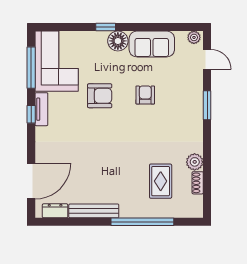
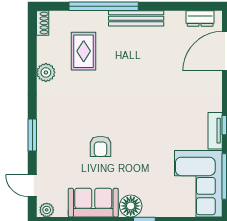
armchair: (100, 96) -> (151, 146), removed
shoe rack: (198, 183) -> (43, 23), moved
bench: (94, 211) -> (136, 18), moved

